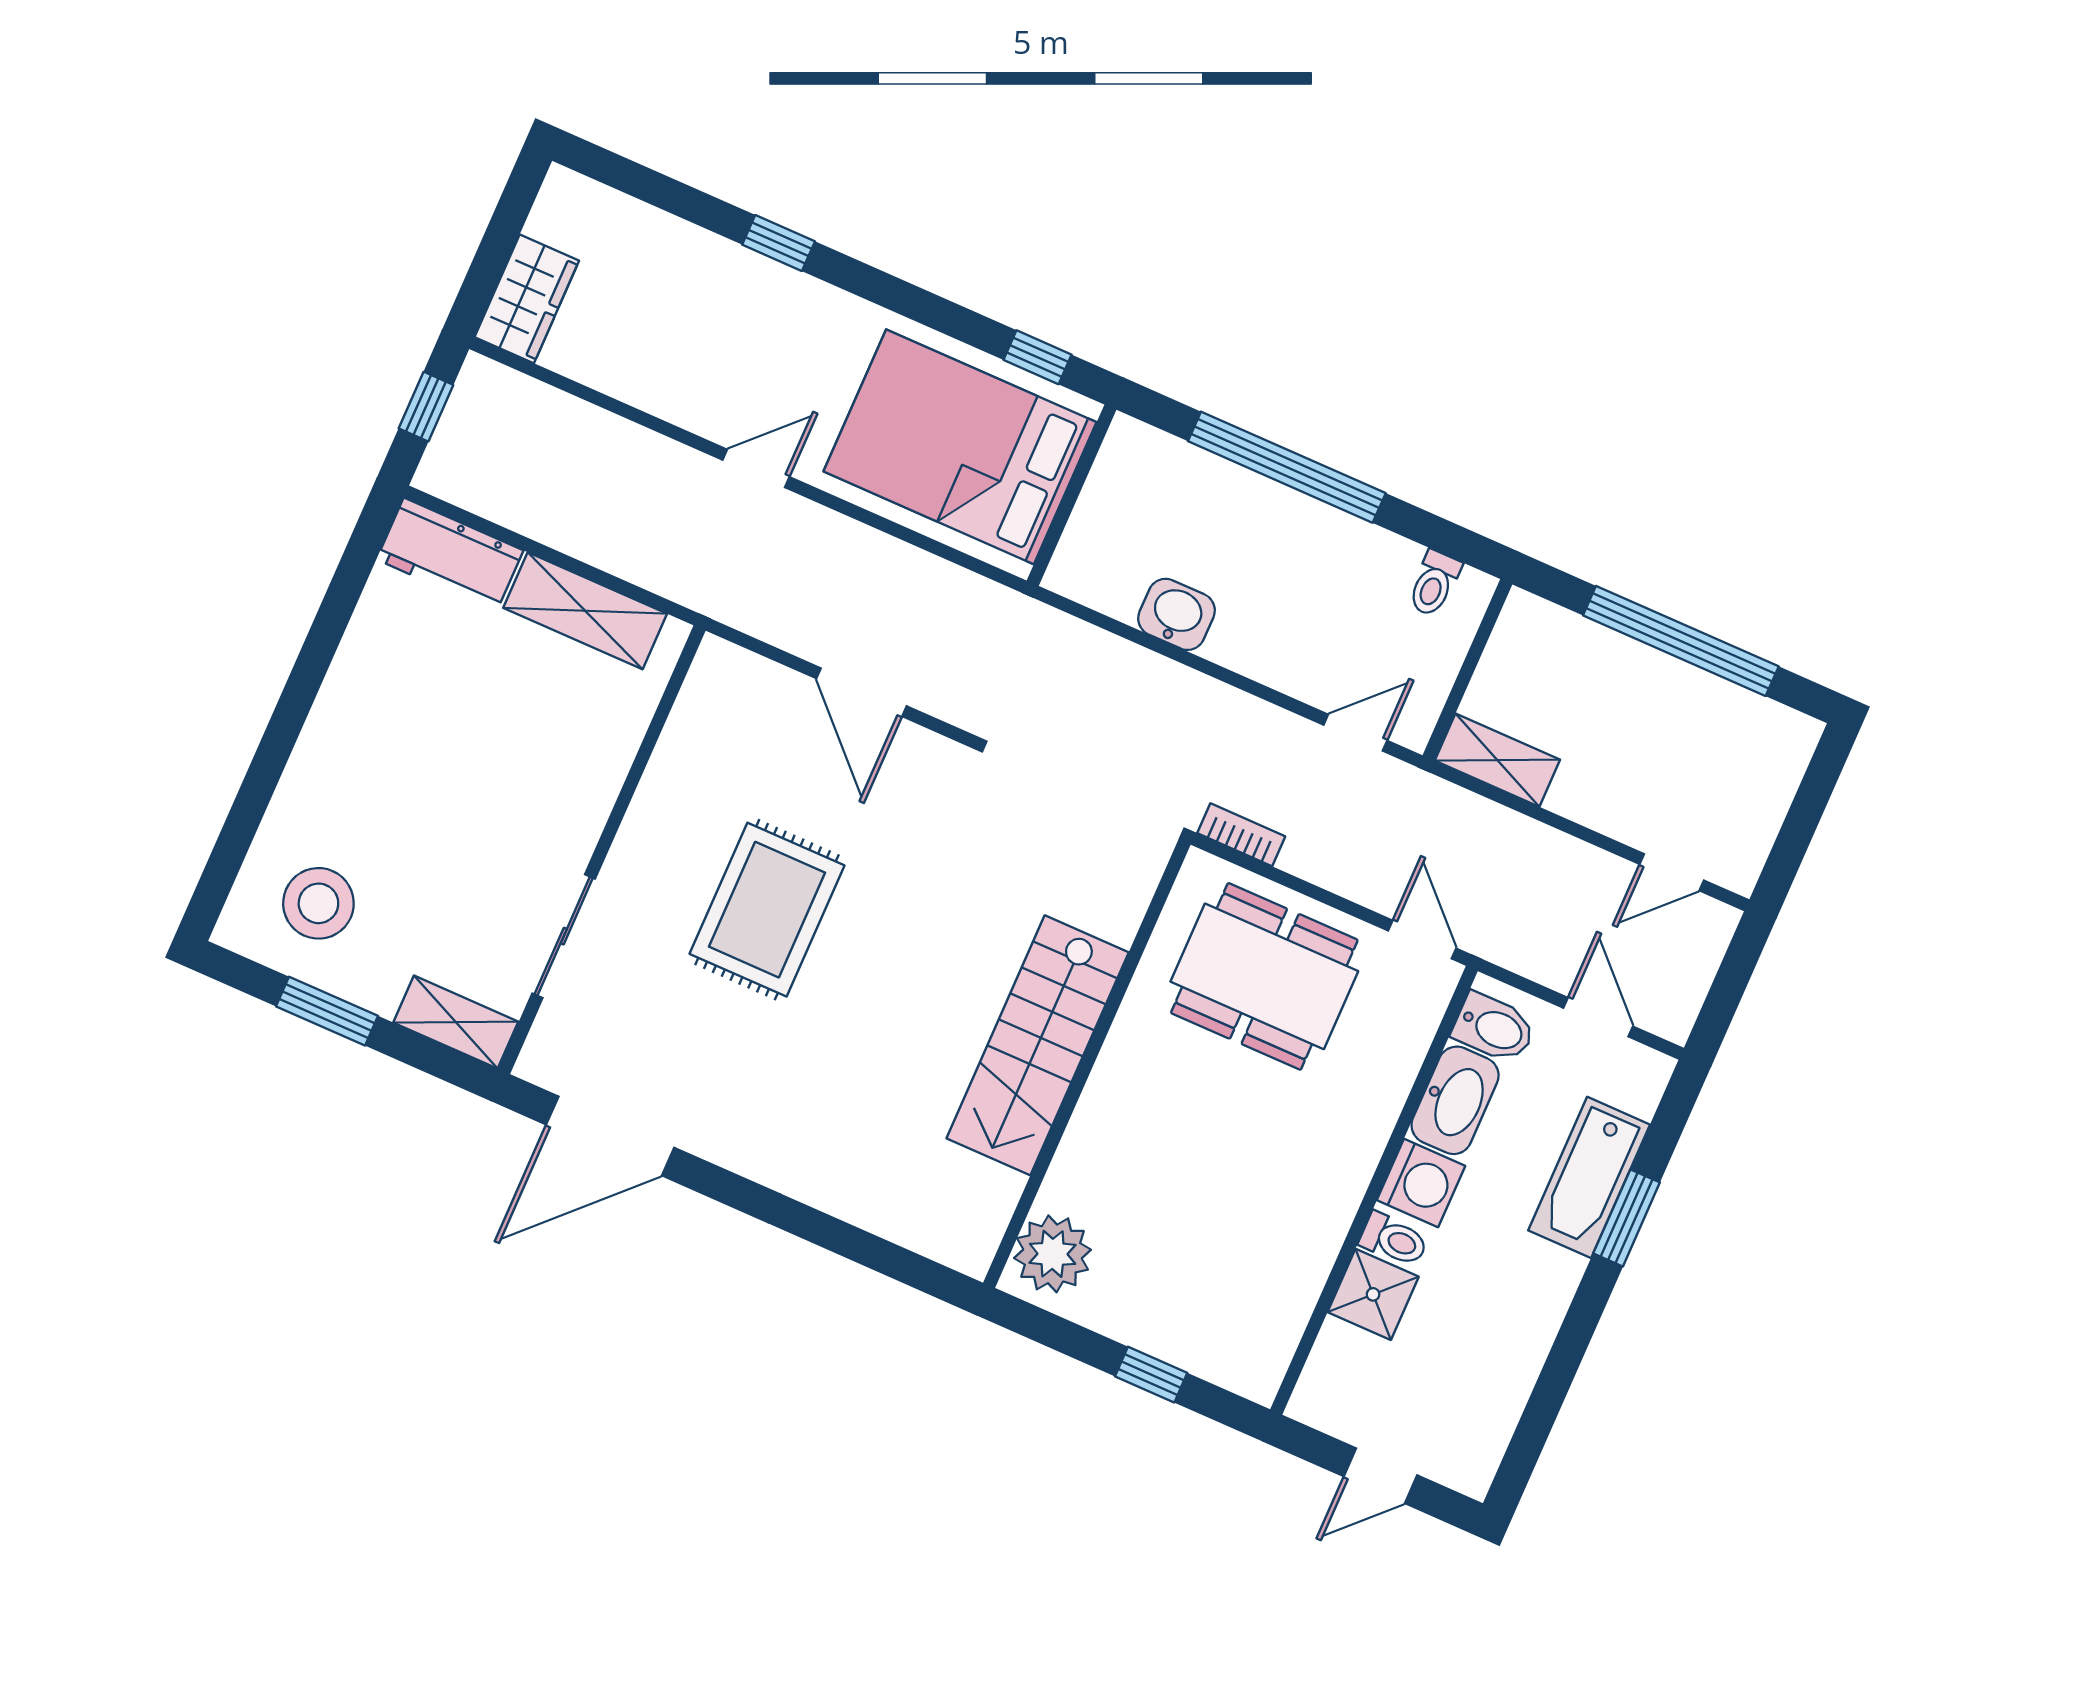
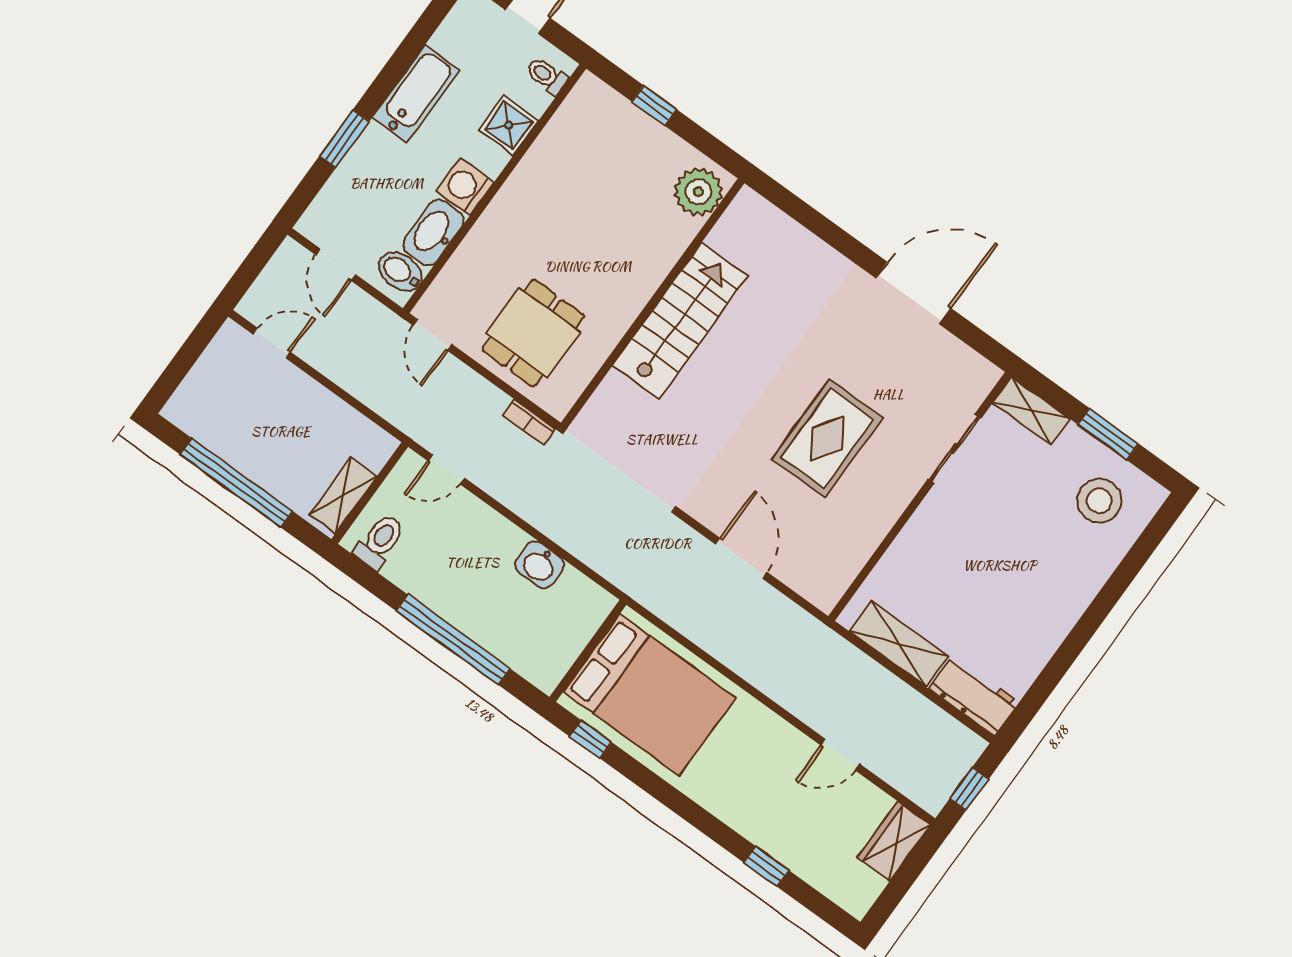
window: (779, 243) -> (766, 866), moved
door: (756, 468) -> (840, 755), moved
toilet: (1434, 583) -> (380, 541), width x1.37, depth x1.39
shelving: (1497, 760) -> (343, 496), moved, turned 90
dining table: (1264, 976) -> (533, 333), width x0.73
door: (610, 1136) -> (913, 293), moved
bathtub: (1589, 1177) -> (416, 94), moved
toilet: (1394, 1240) -> (547, 76), moved

